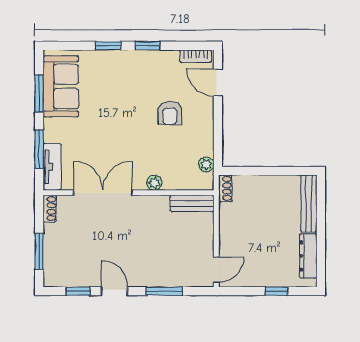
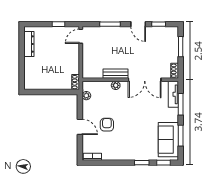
window: (147, 46) -> (163, 163), moved
door: (218, 83) -> (80, 127), moved
bench: (192, 203) -> (115, 74), moved
bench: (309, 204) -> (29, 74), removed
window: (276, 291) -> (59, 24), moved

